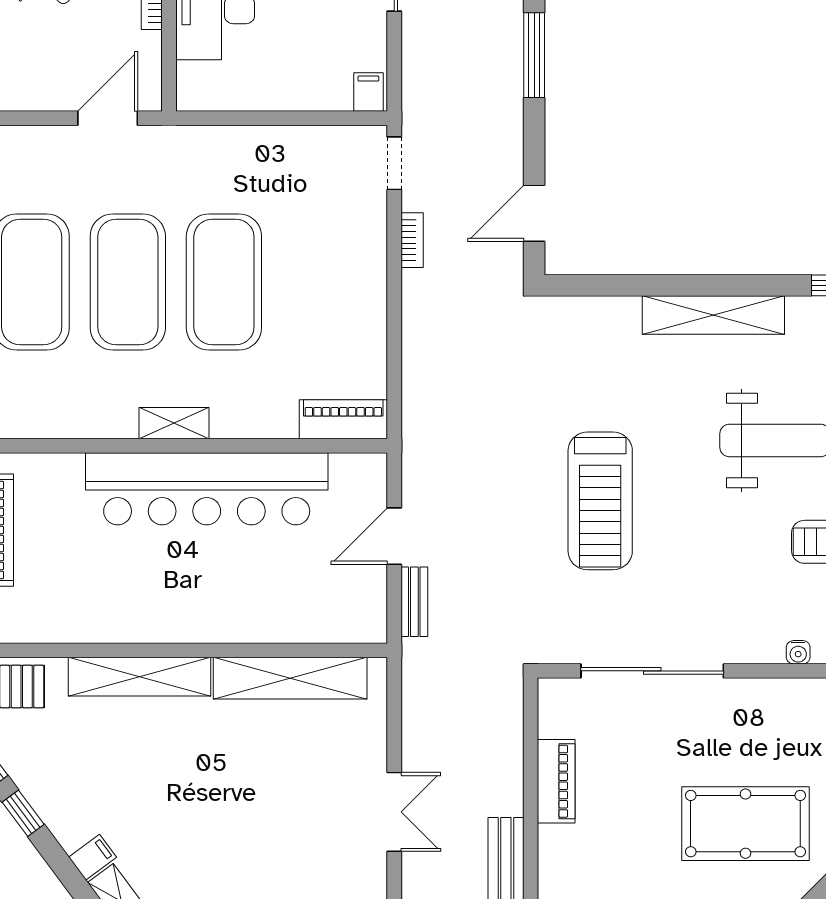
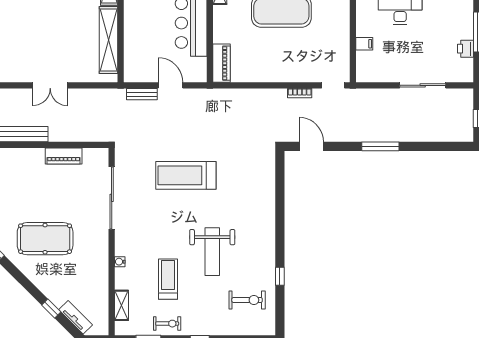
filing cabinet: (368, 92) -> (364, 44), moved
shelving: (713, 315) -> (267, 225), removed
pool table: (745, 824) -> (45, 239), turned 90

